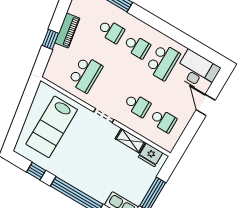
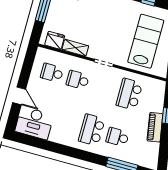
school desk: (137, 46) -> (92, 130), width x1.85
school desk: (163, 62) -> (66, 123), removed

